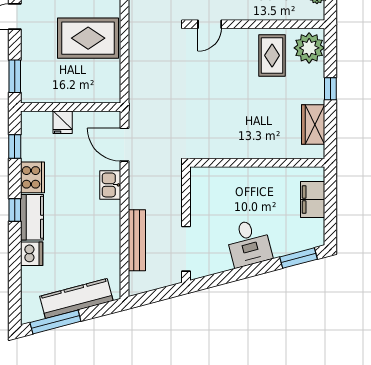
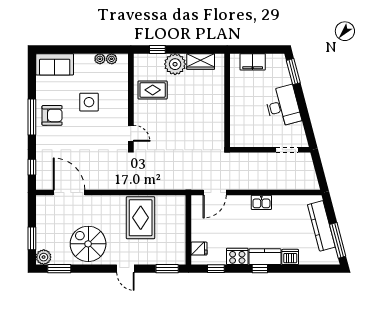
plant: (309, 48) -> (175, 64), moved
window: (330, 89) -> (157, 49), moved
fridge: (63, 122) -> (199, 249), moved
kitchen sink: (110, 185) -> (261, 202), moved
bench: (137, 240) -> (281, 184), removed
desk: (249, 243) -> (283, 106), width x1.37
doorway: (186, 249) -> (287, 150), width x0.73

